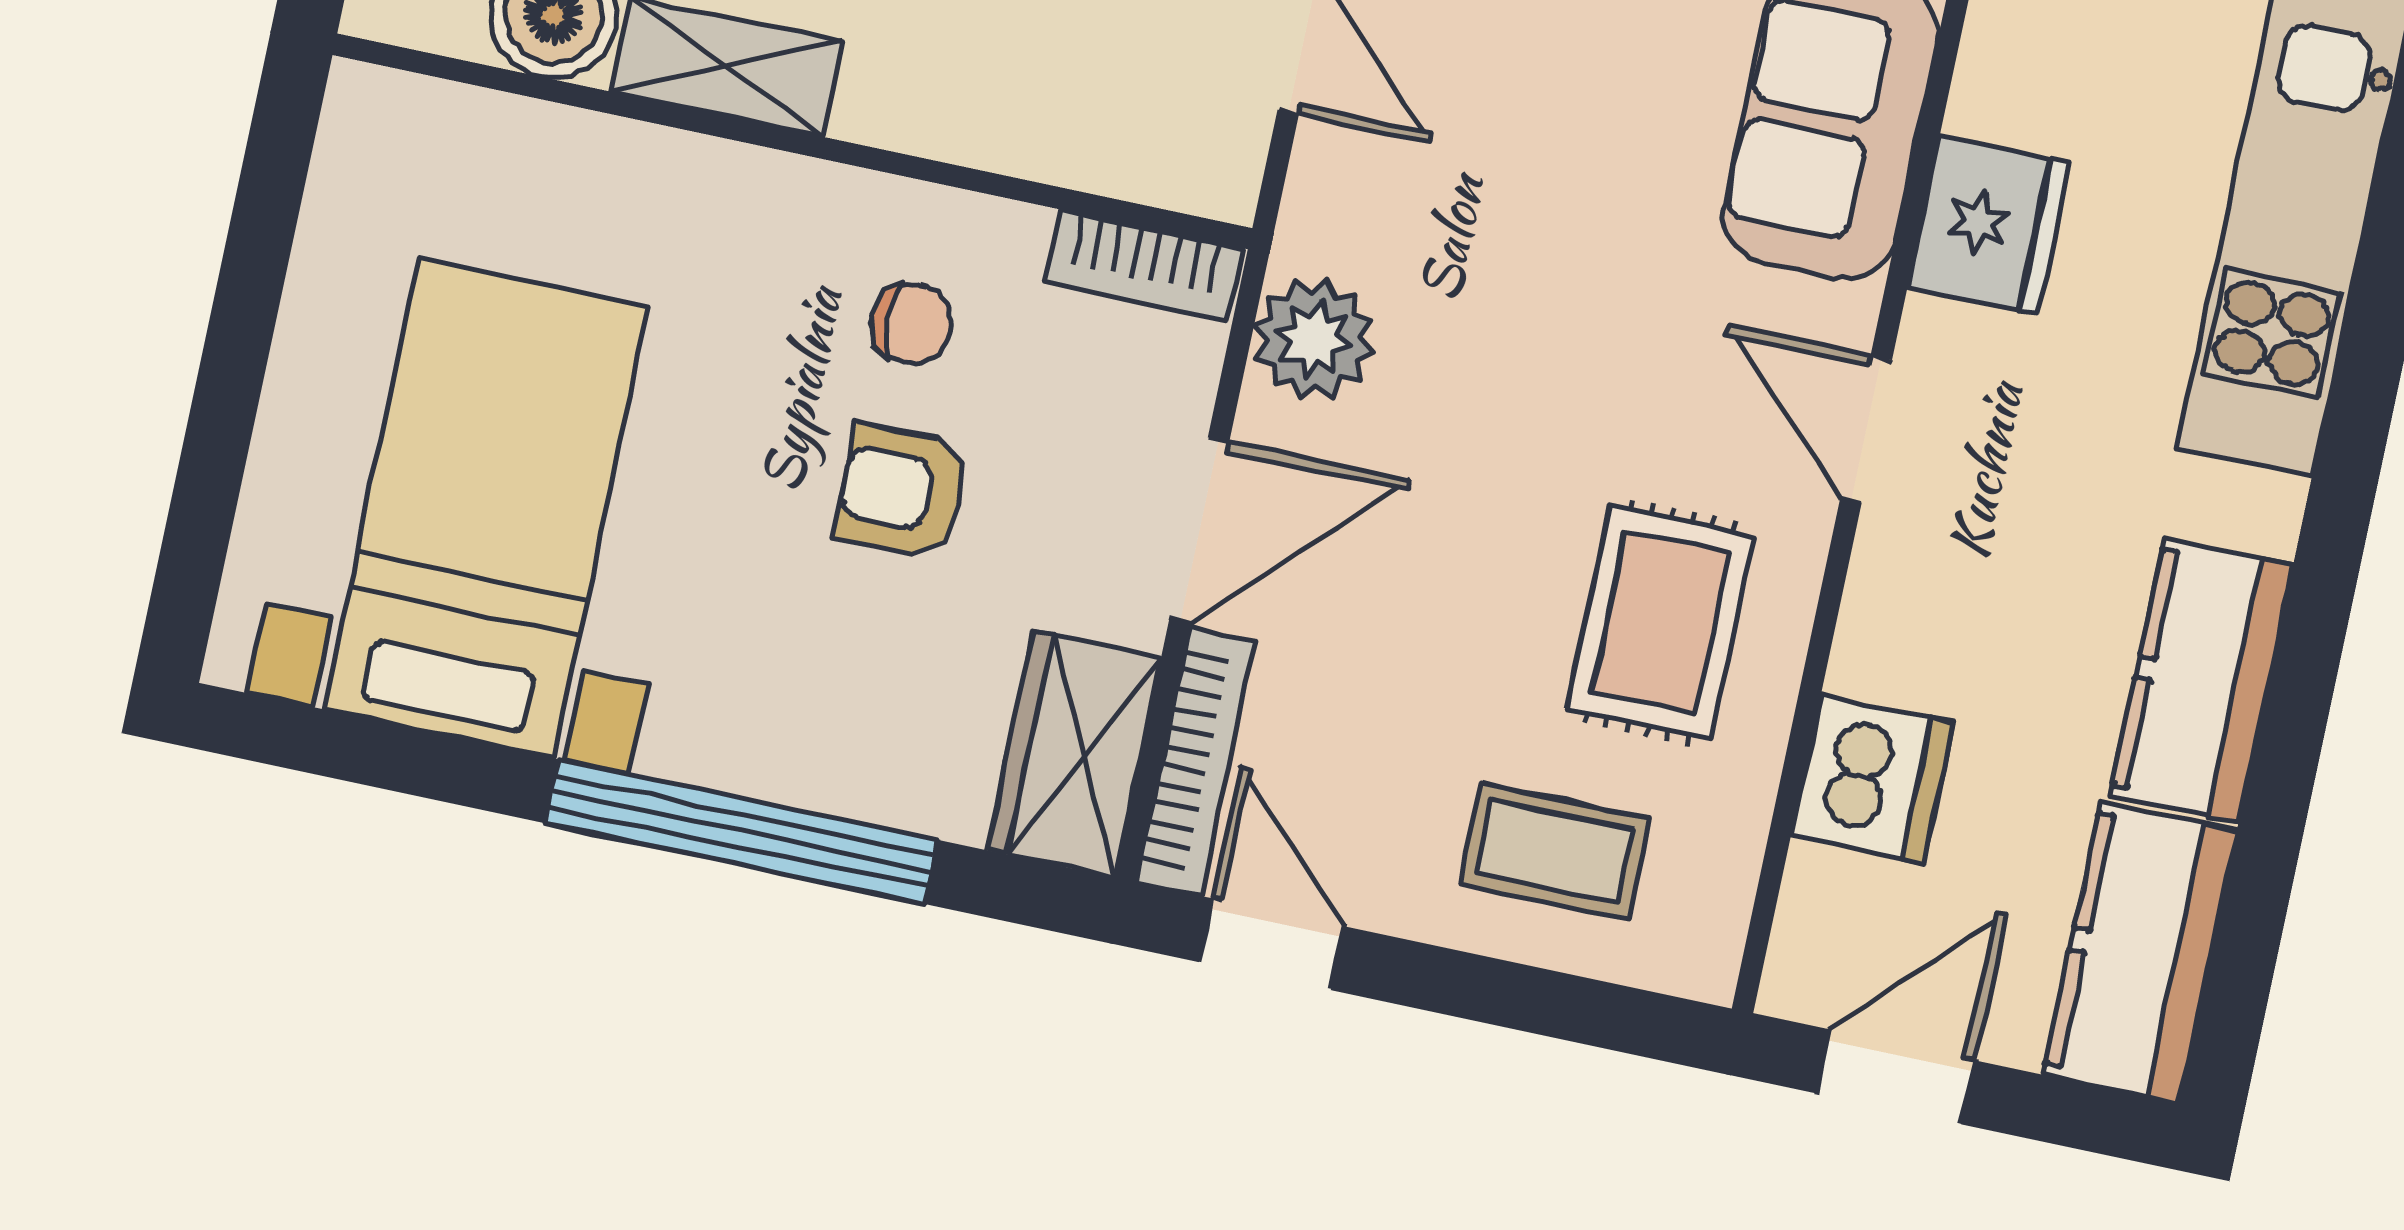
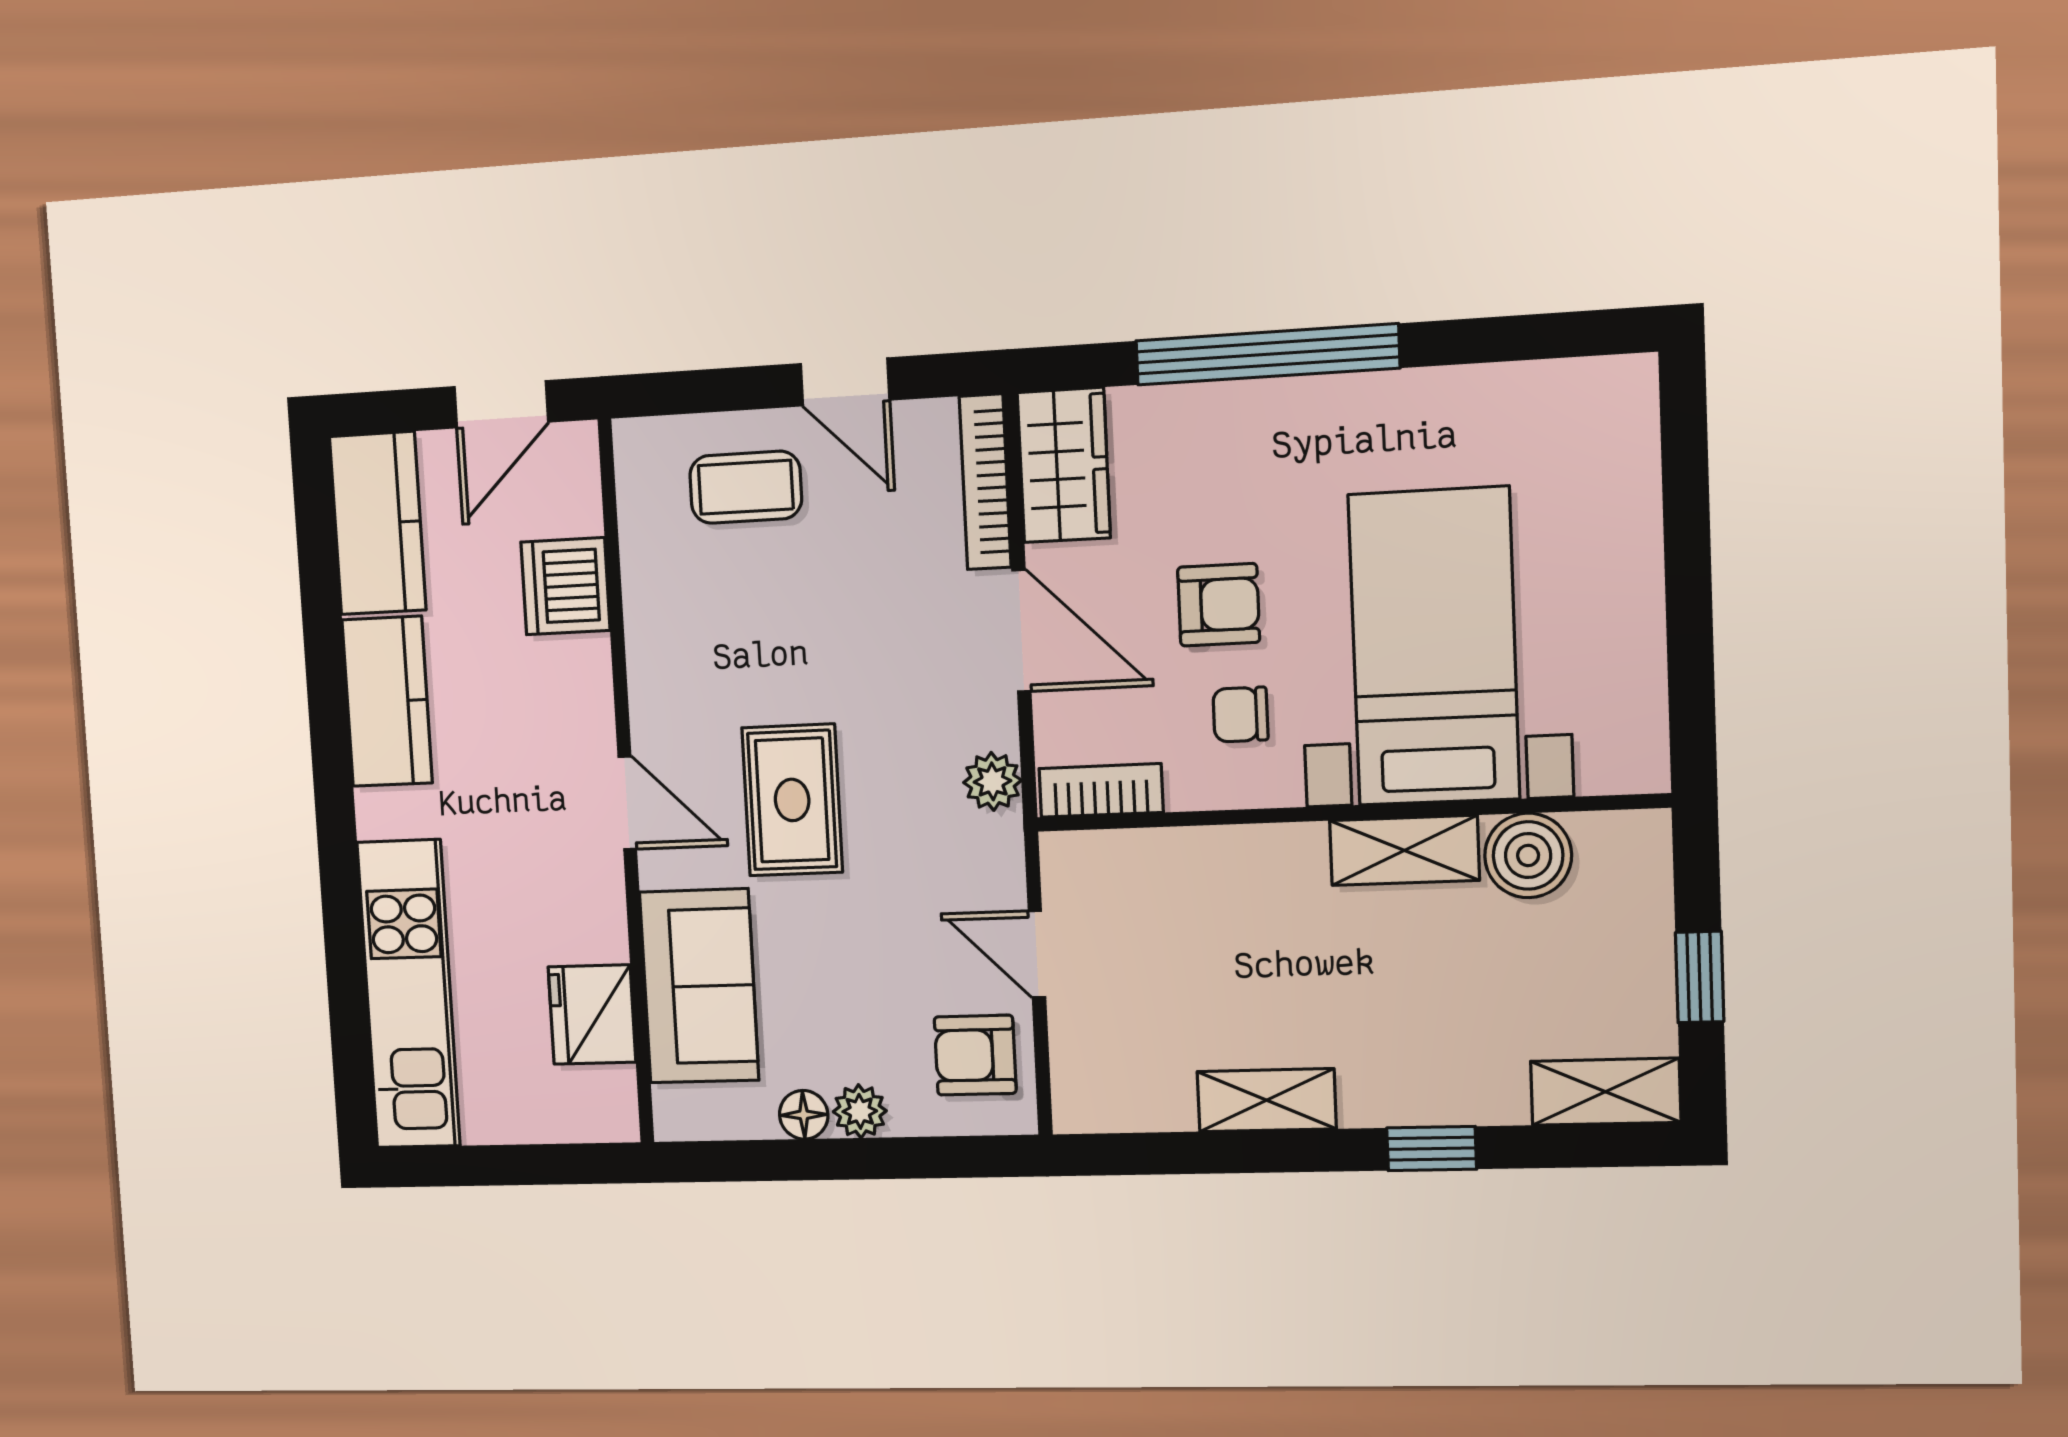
fridge: (1989, 225) -> (592, 1015), moved
plant: (1314, 339) -> (992, 781), width x0.73, depth x0.73
bed with nightstands: (486, 508) -> (1434, 647), moved, turned 180
door: (1199, 530) -> (1021, 631), swing flipped
rug: (1660, 622) -> (792, 800), moved
door: (1272, 944) -> (845, 382), moved

